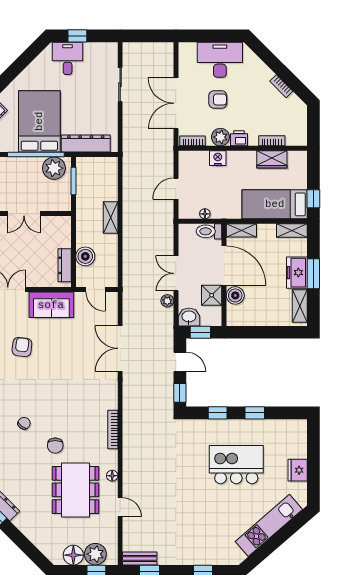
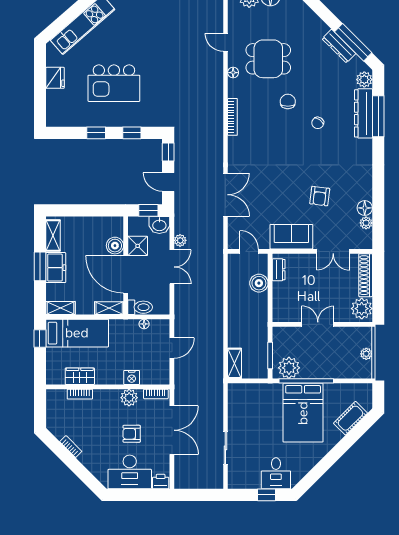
printer: (239, 138) -> (161, 482), moved, turned 180
dresser: (86, 143) -> (258, 392), removed
shelving: (111, 218) -> (235, 363), moved
dresser: (65, 265) -> (279, 270), width x0.70
dining table: (76, 490) -> (268, 59), width x0.73

